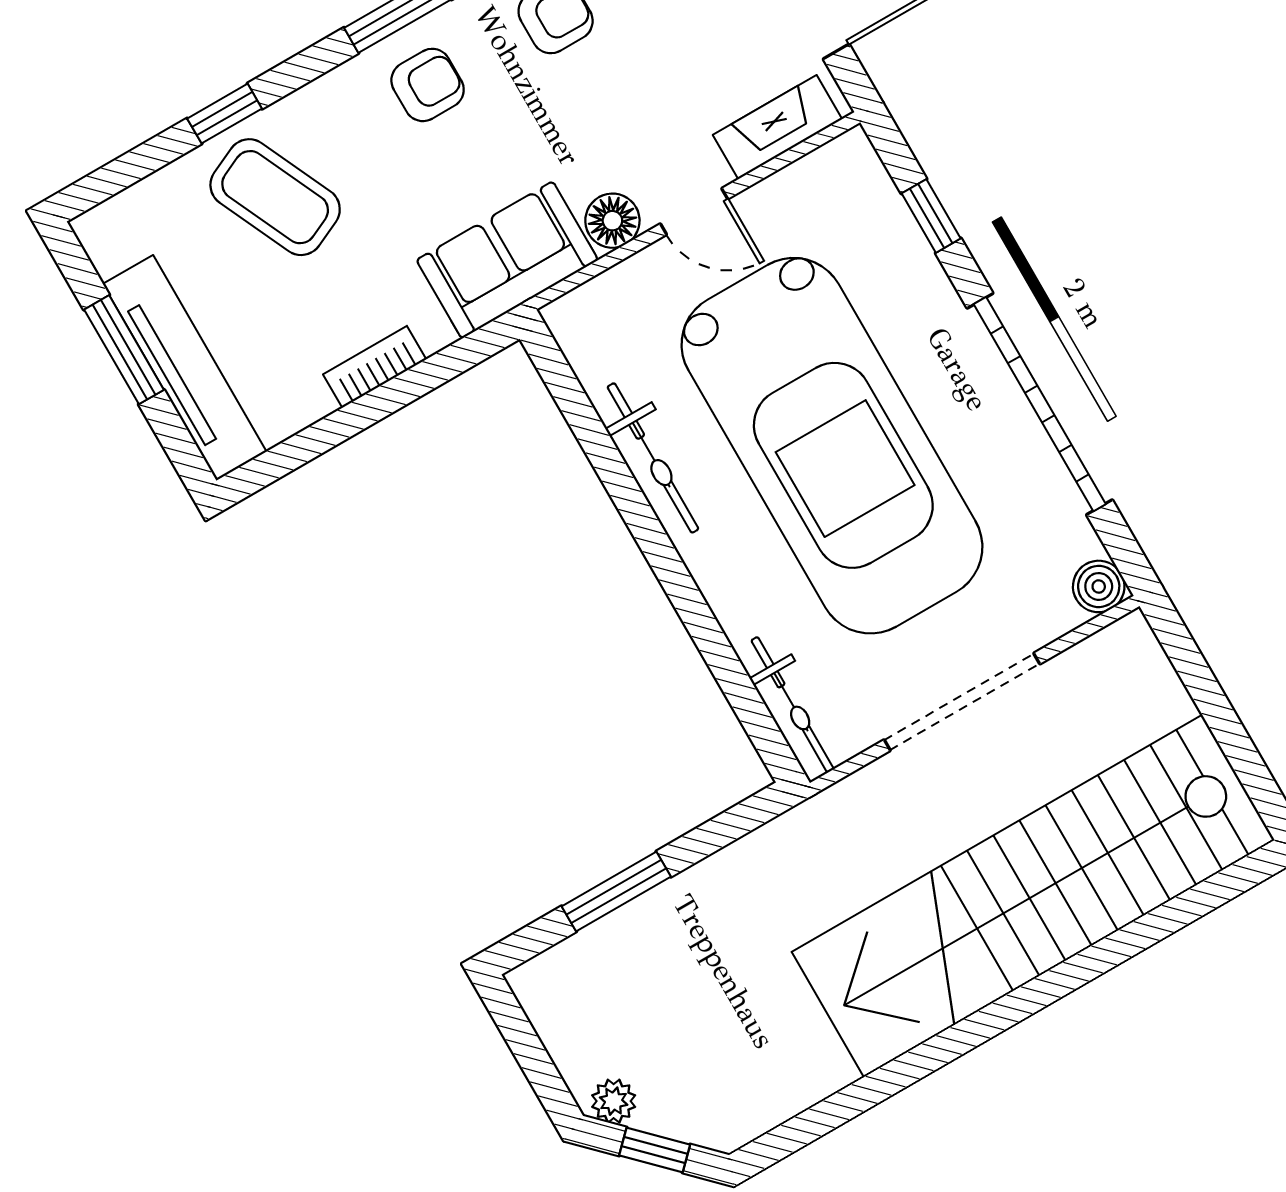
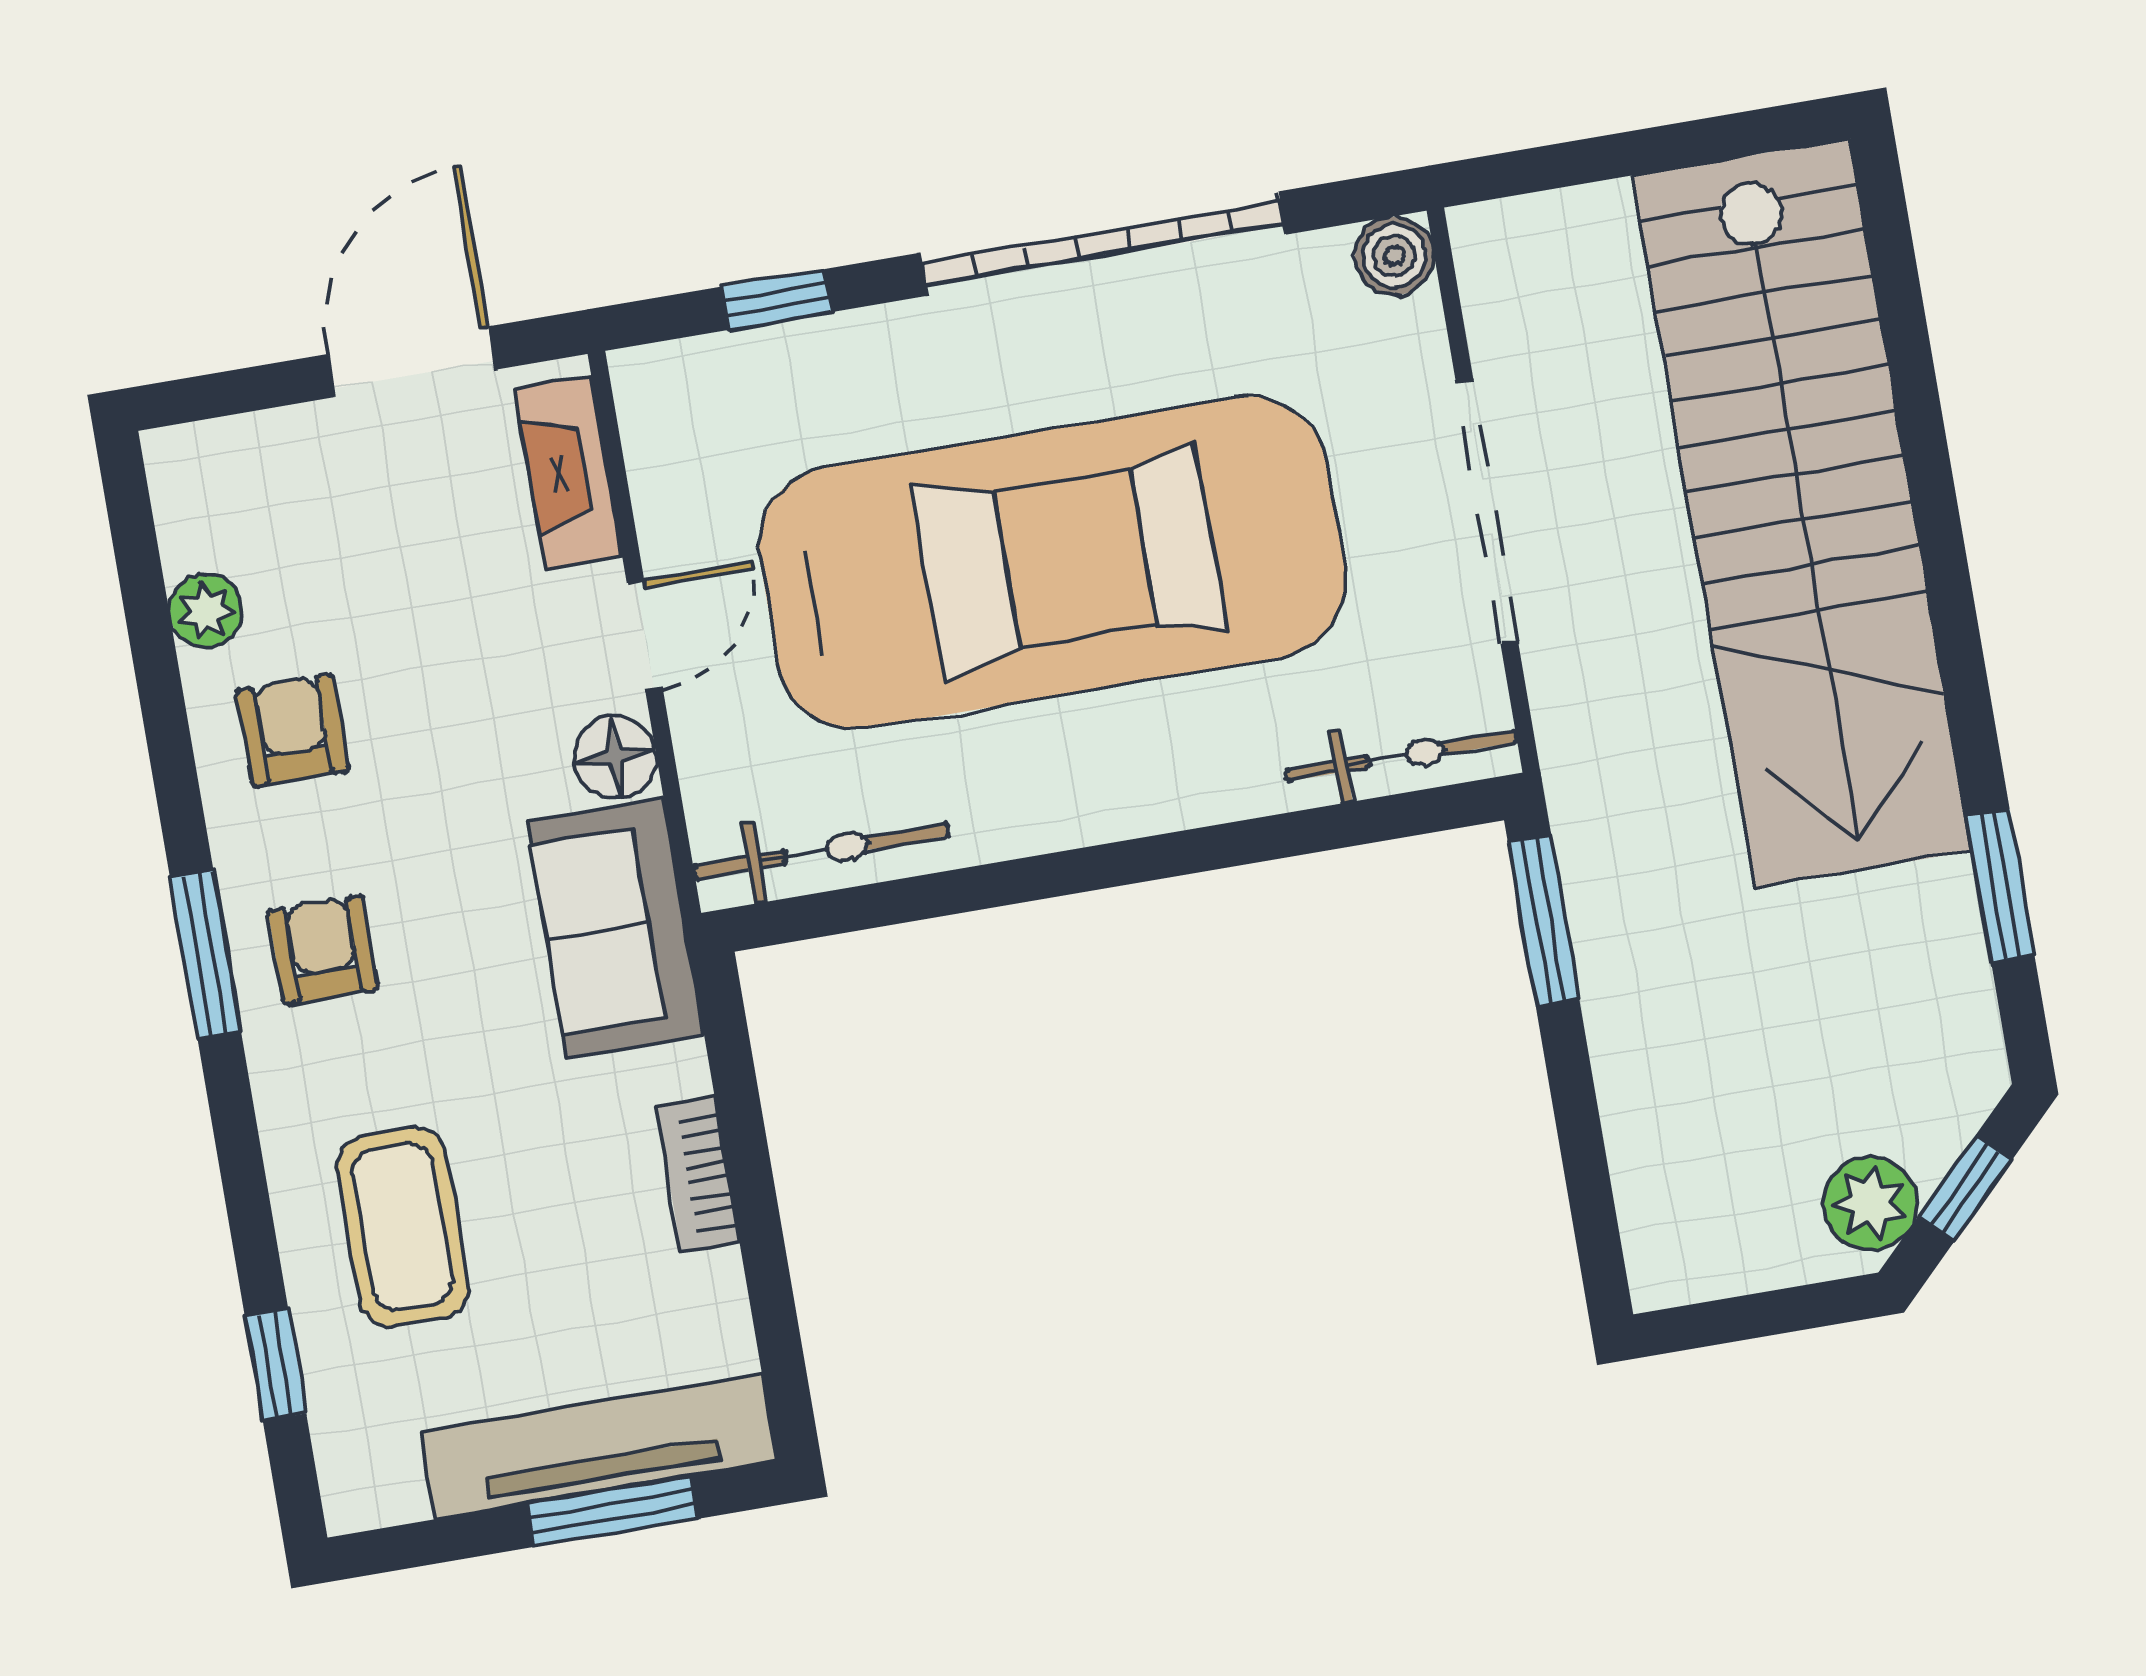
window: (225, 114) -> (276, 1365), moved
coffee table: (275, 197) -> (403, 1227), turned -65
window: (124, 350) -> (612, 1511), moved
bicycle: (653, 458) -> (821, 851), moved
window: (616, 891) -> (1543, 920), moved
plant: (614, 1101) -> (1870, 1203), width x1.38, depth x1.38
window: (849, 1103) -> (2000, 886), added

